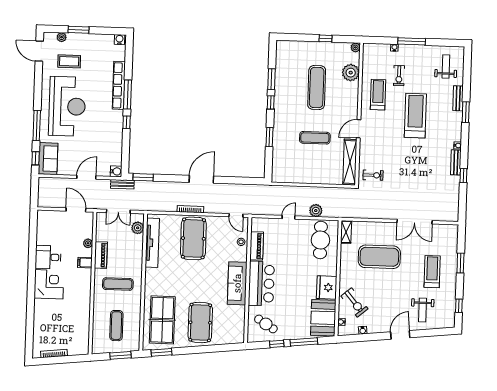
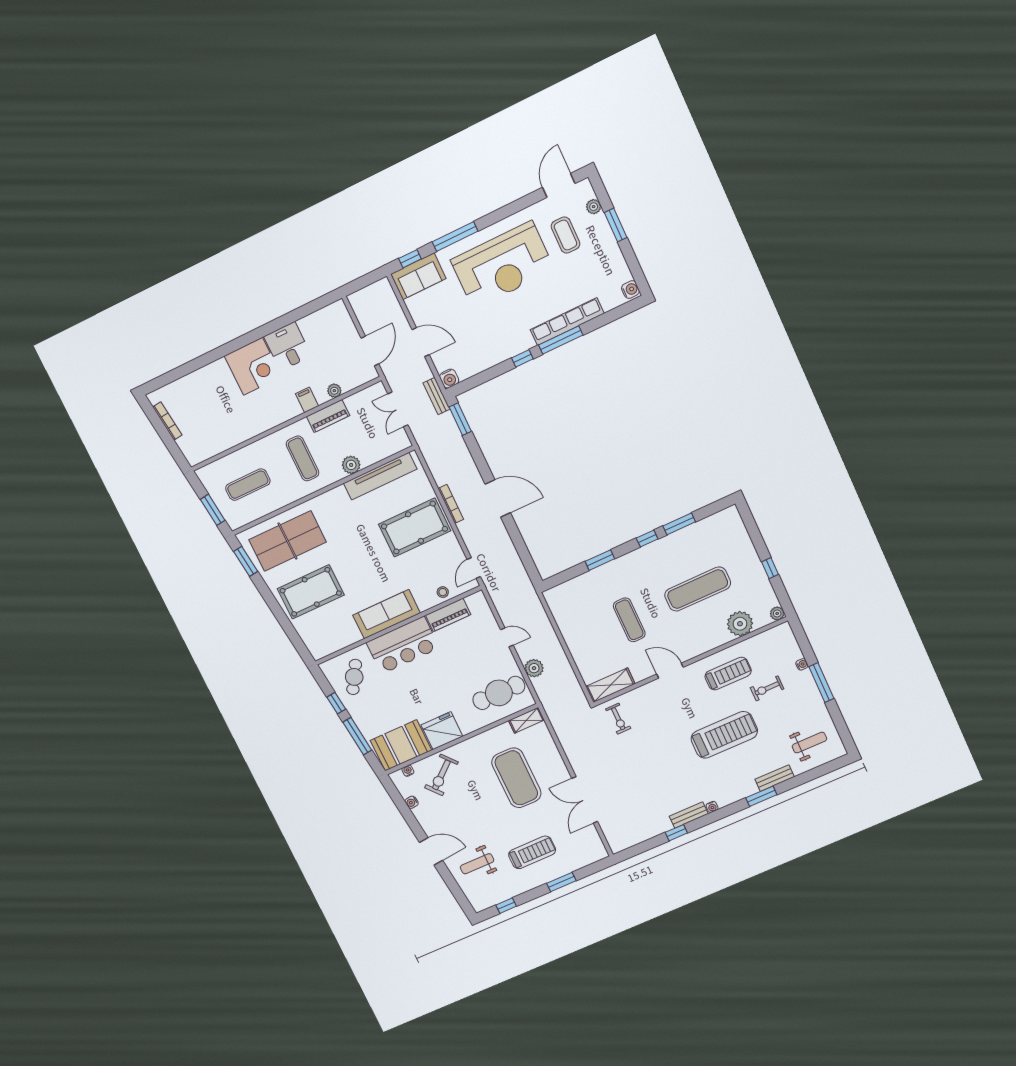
shelving: (350, 162) -> (610, 685), width x0.68
plant: (138, 228) -> (351, 465), moved

